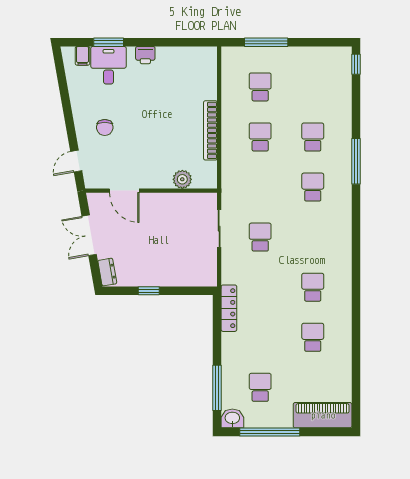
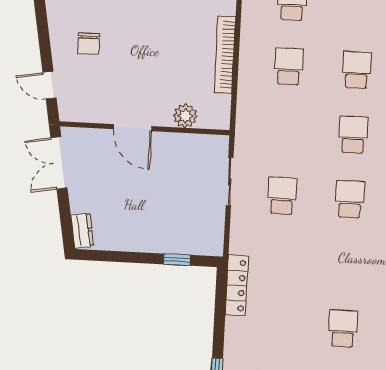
door: (76, 161) -> (50, 85), hinge flipped
door: (124, 191) -> (133, 128), moved
double door: (89, 235) -> (59, 163), moved
school desk: (313, 287) -> (350, 199), moved
window: (149, 291) -> (177, 260), moved

